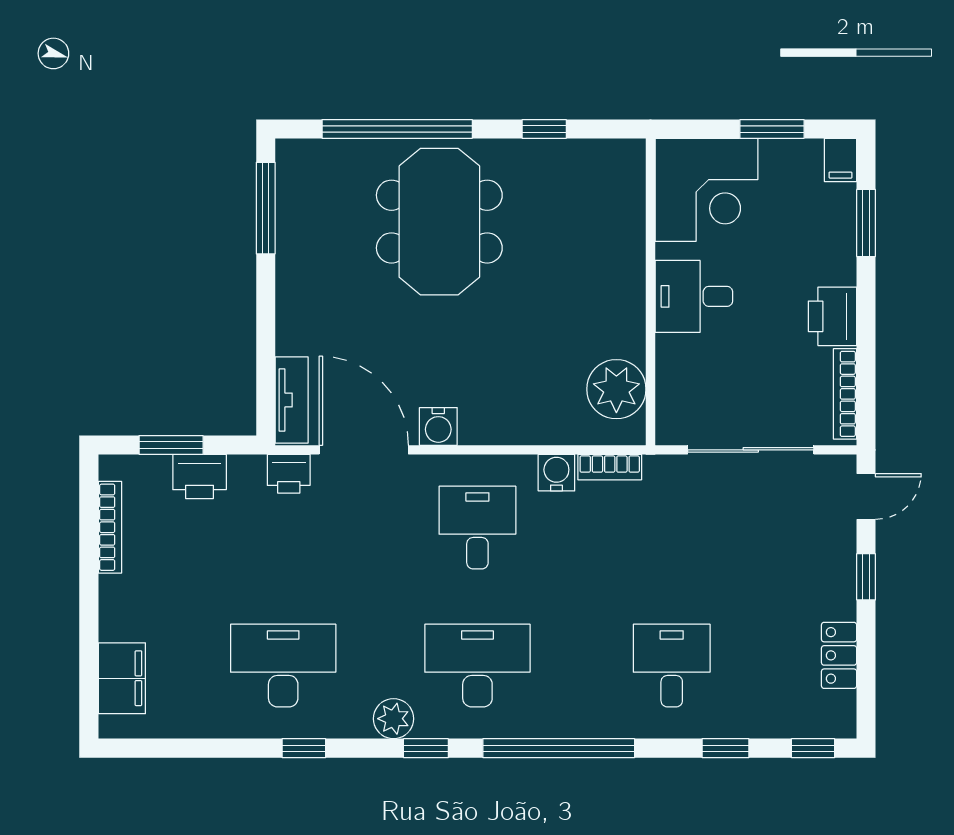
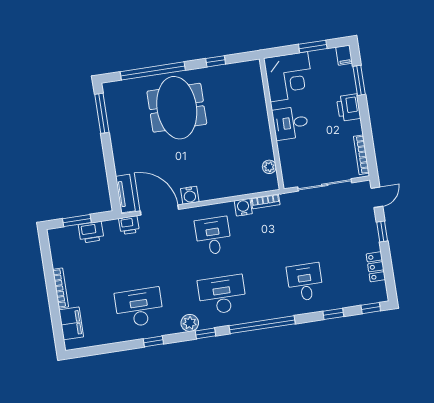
printer: (832, 316) -> (349, 108), moved
plant: (616, 389) -> (269, 167), width x0.53, depth x0.53
bookcase: (110, 527) -> (61, 288), moved

